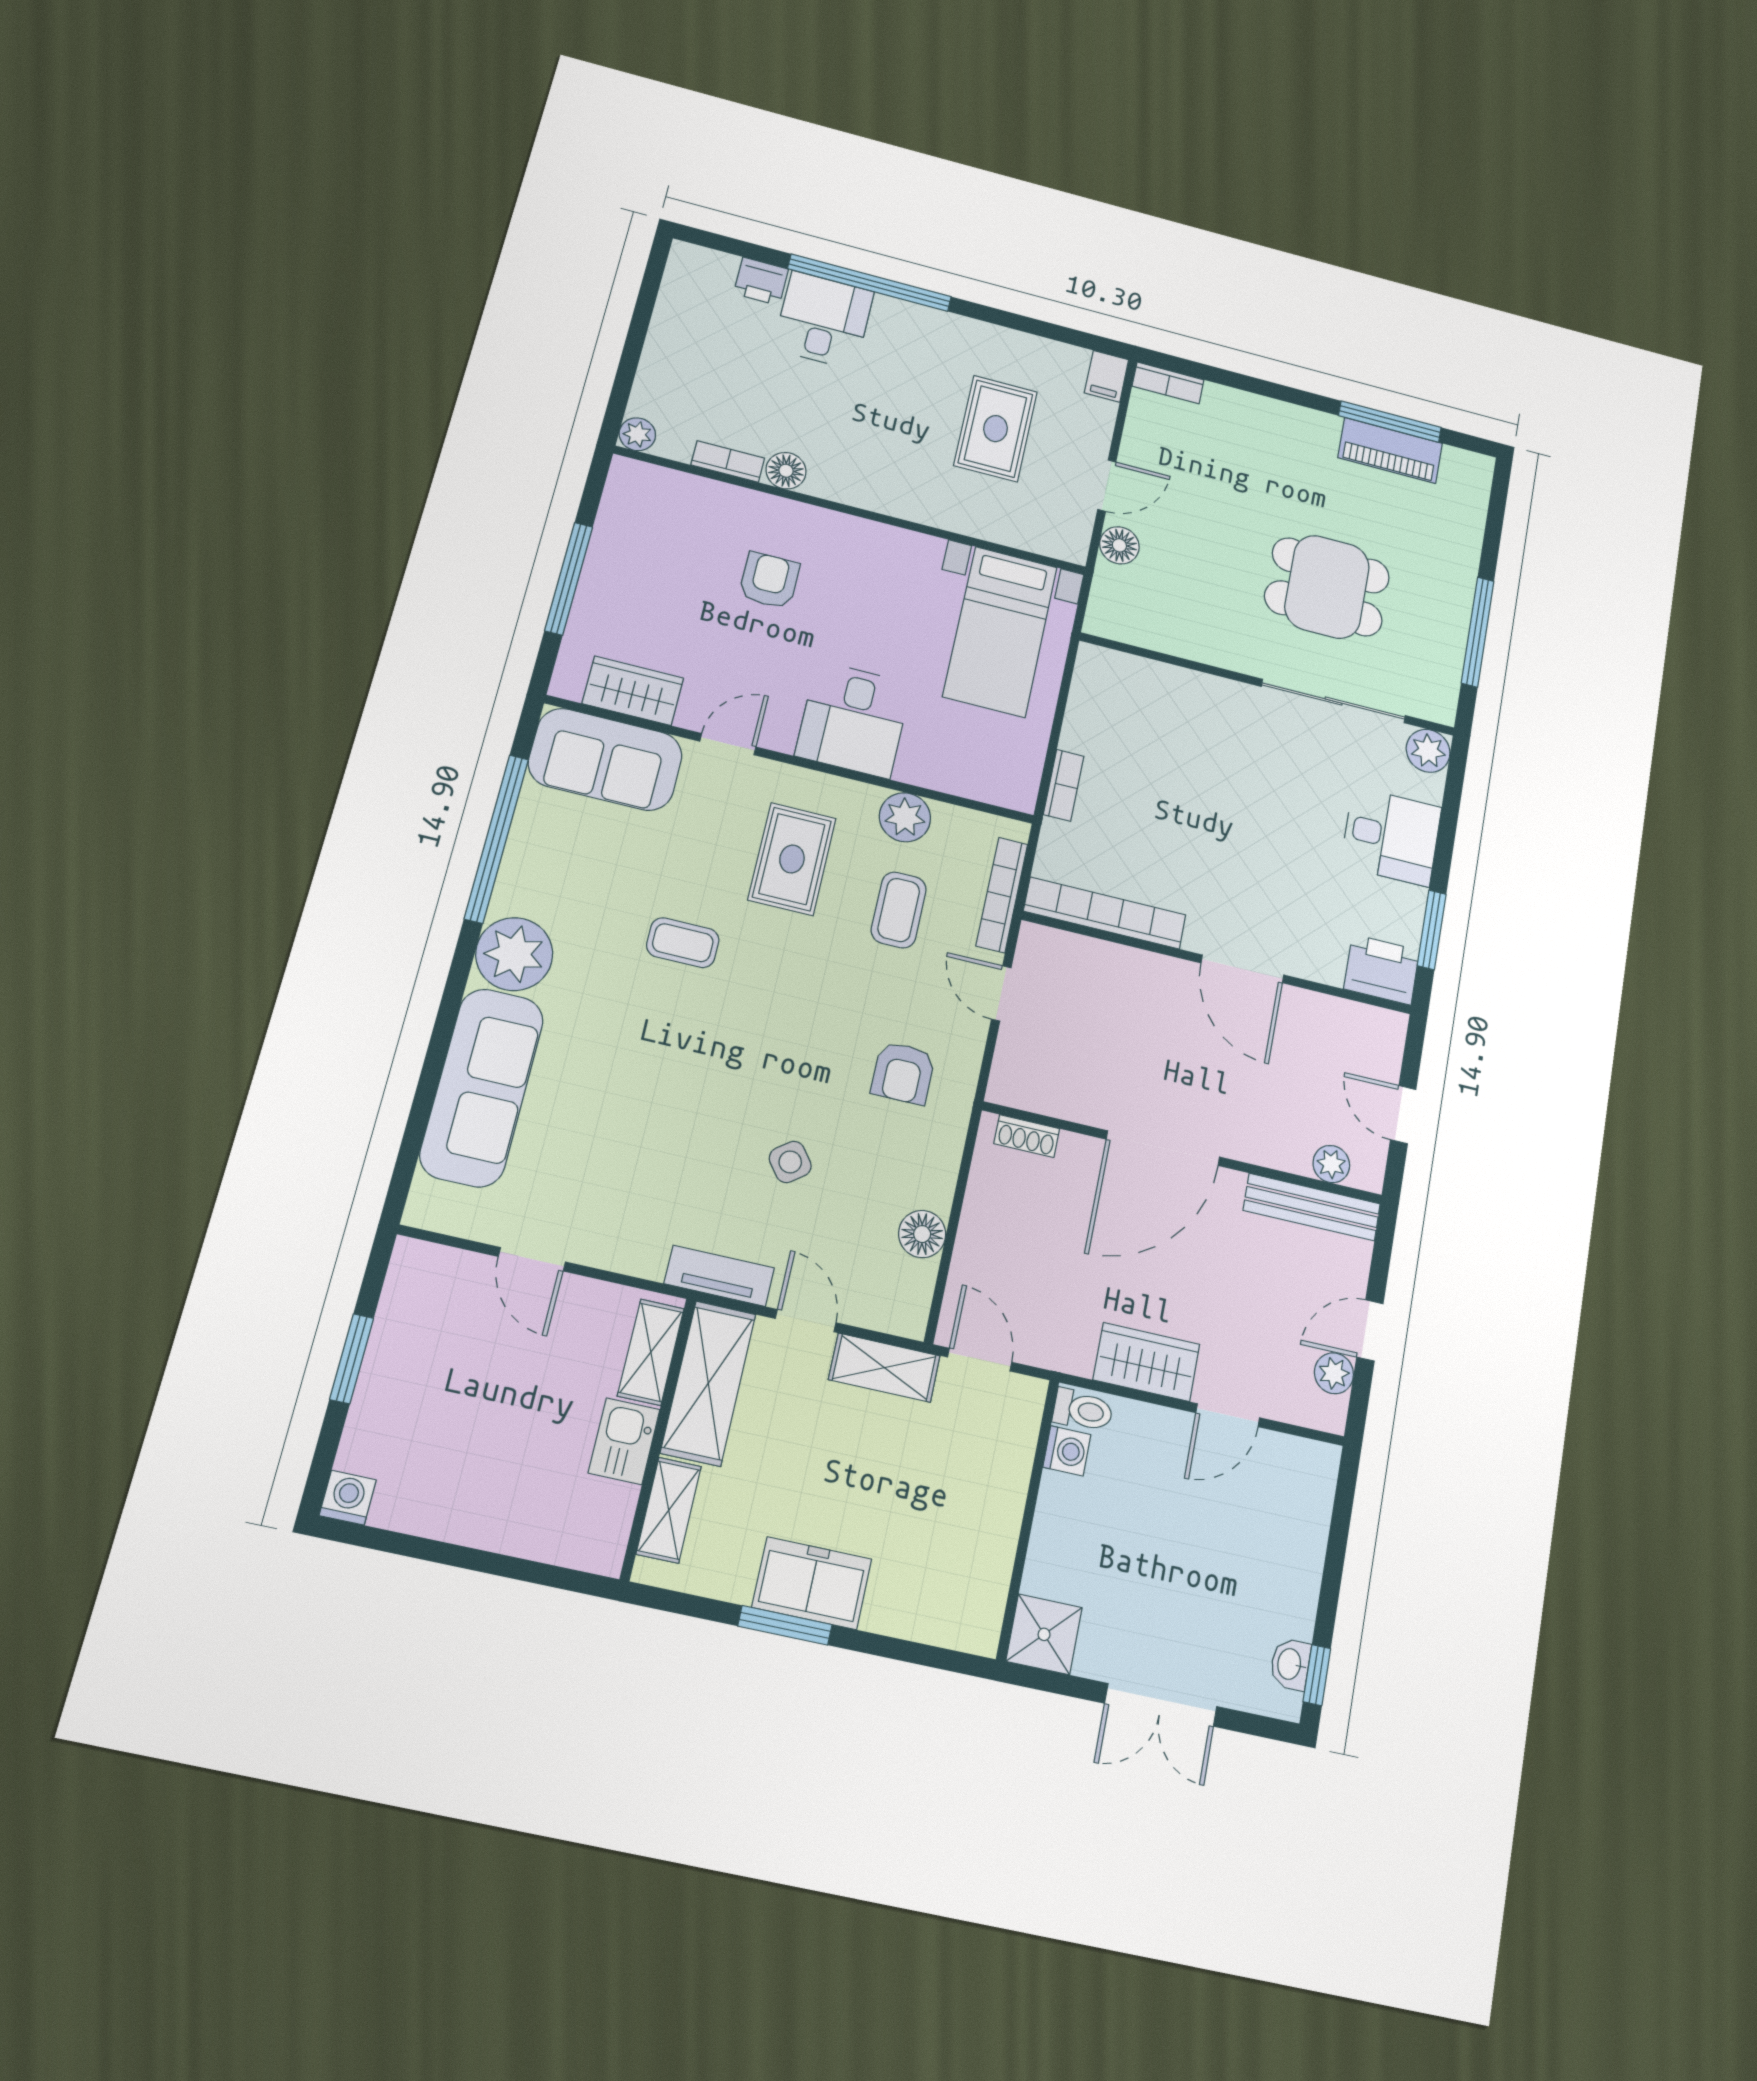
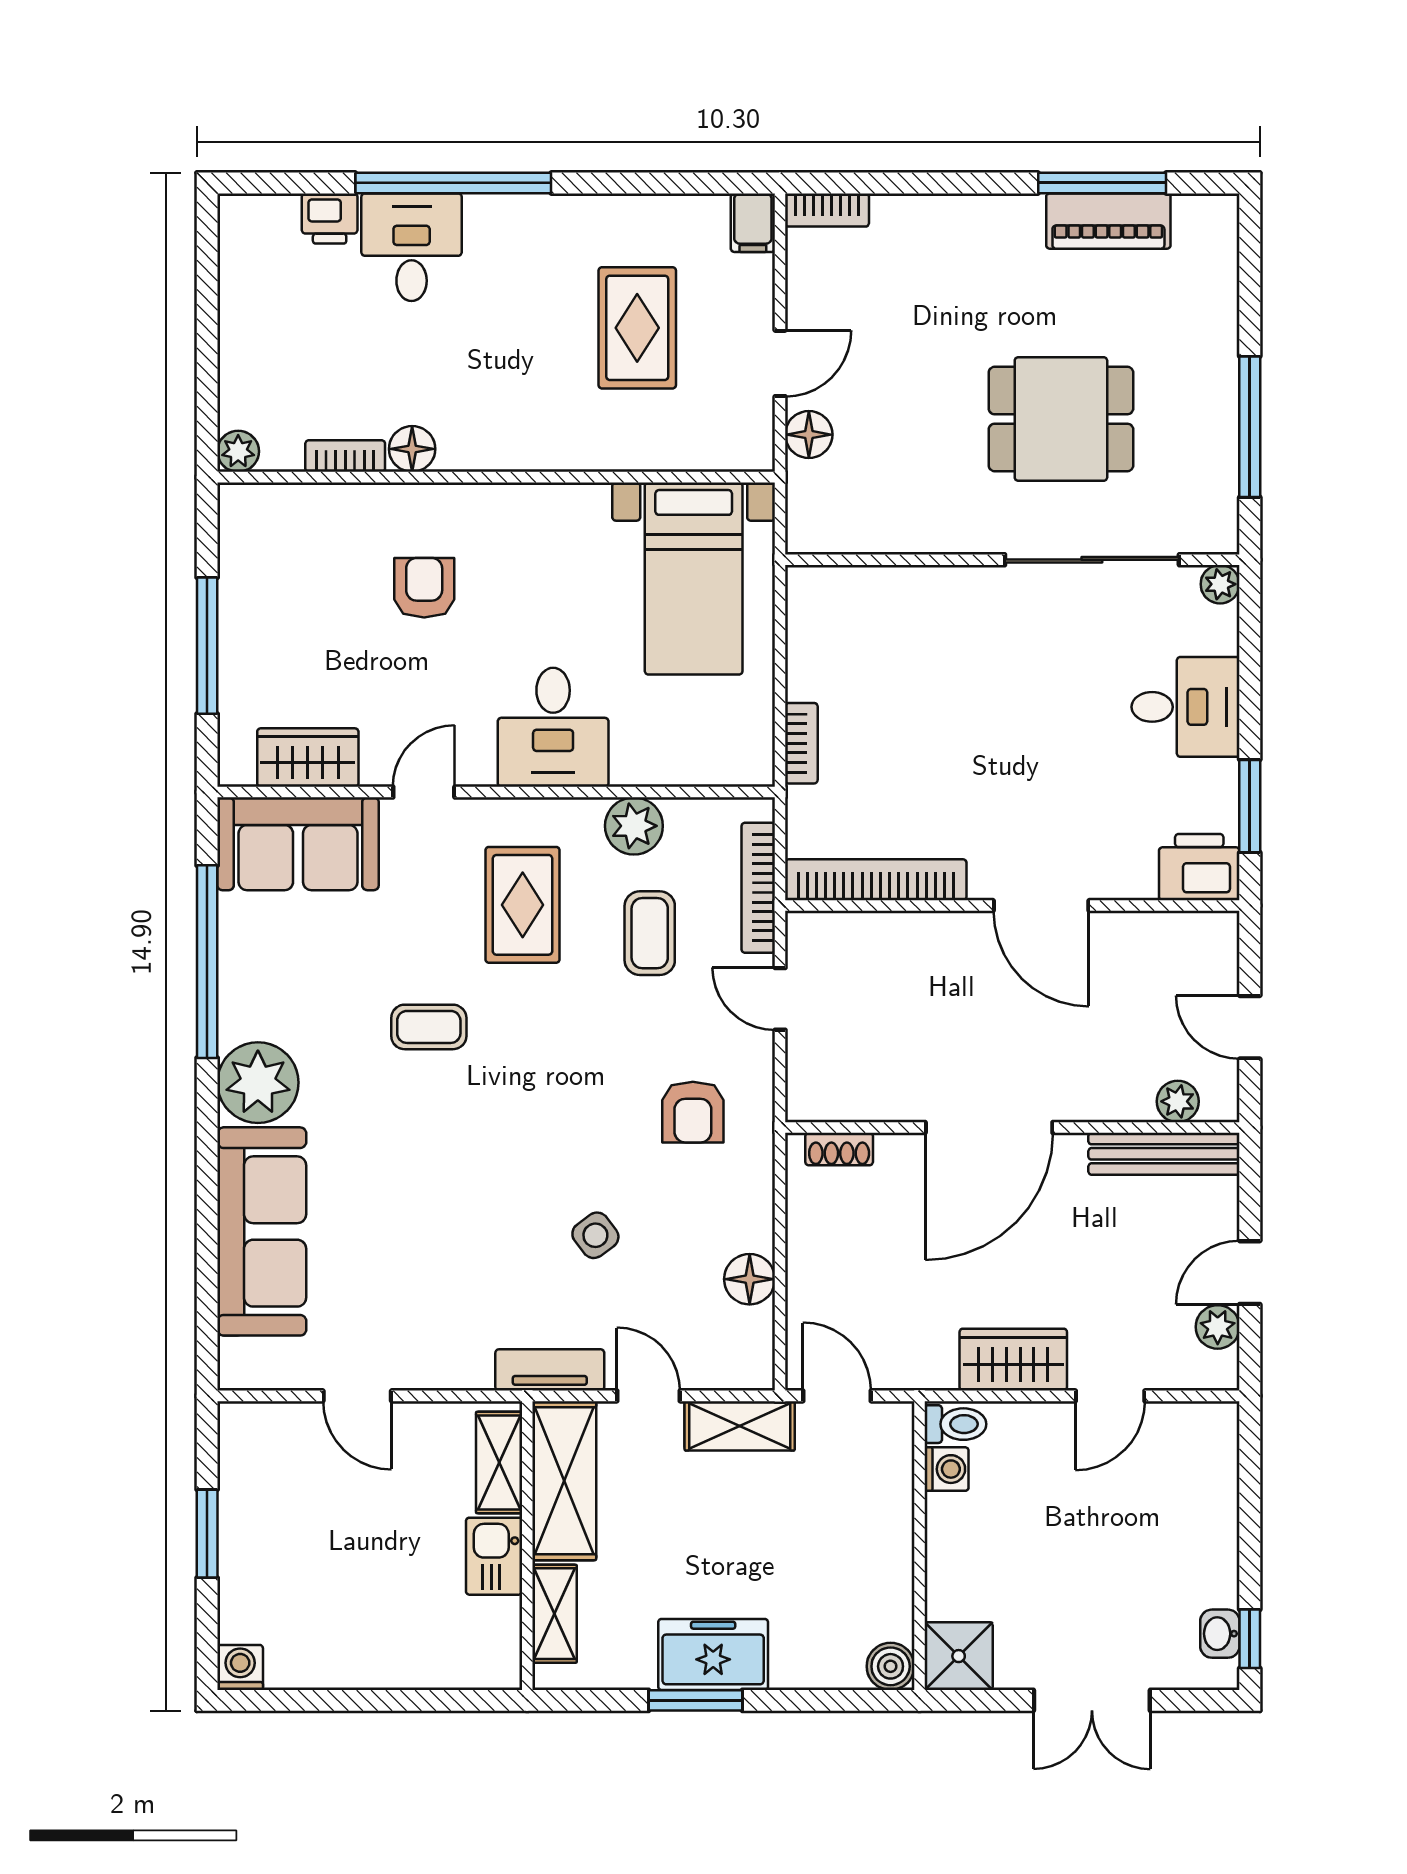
plant: (1428, 751) -> (1220, 584), width x0.73, depth x0.73
boiler: (978, 1631) -> (891, 1666), added

